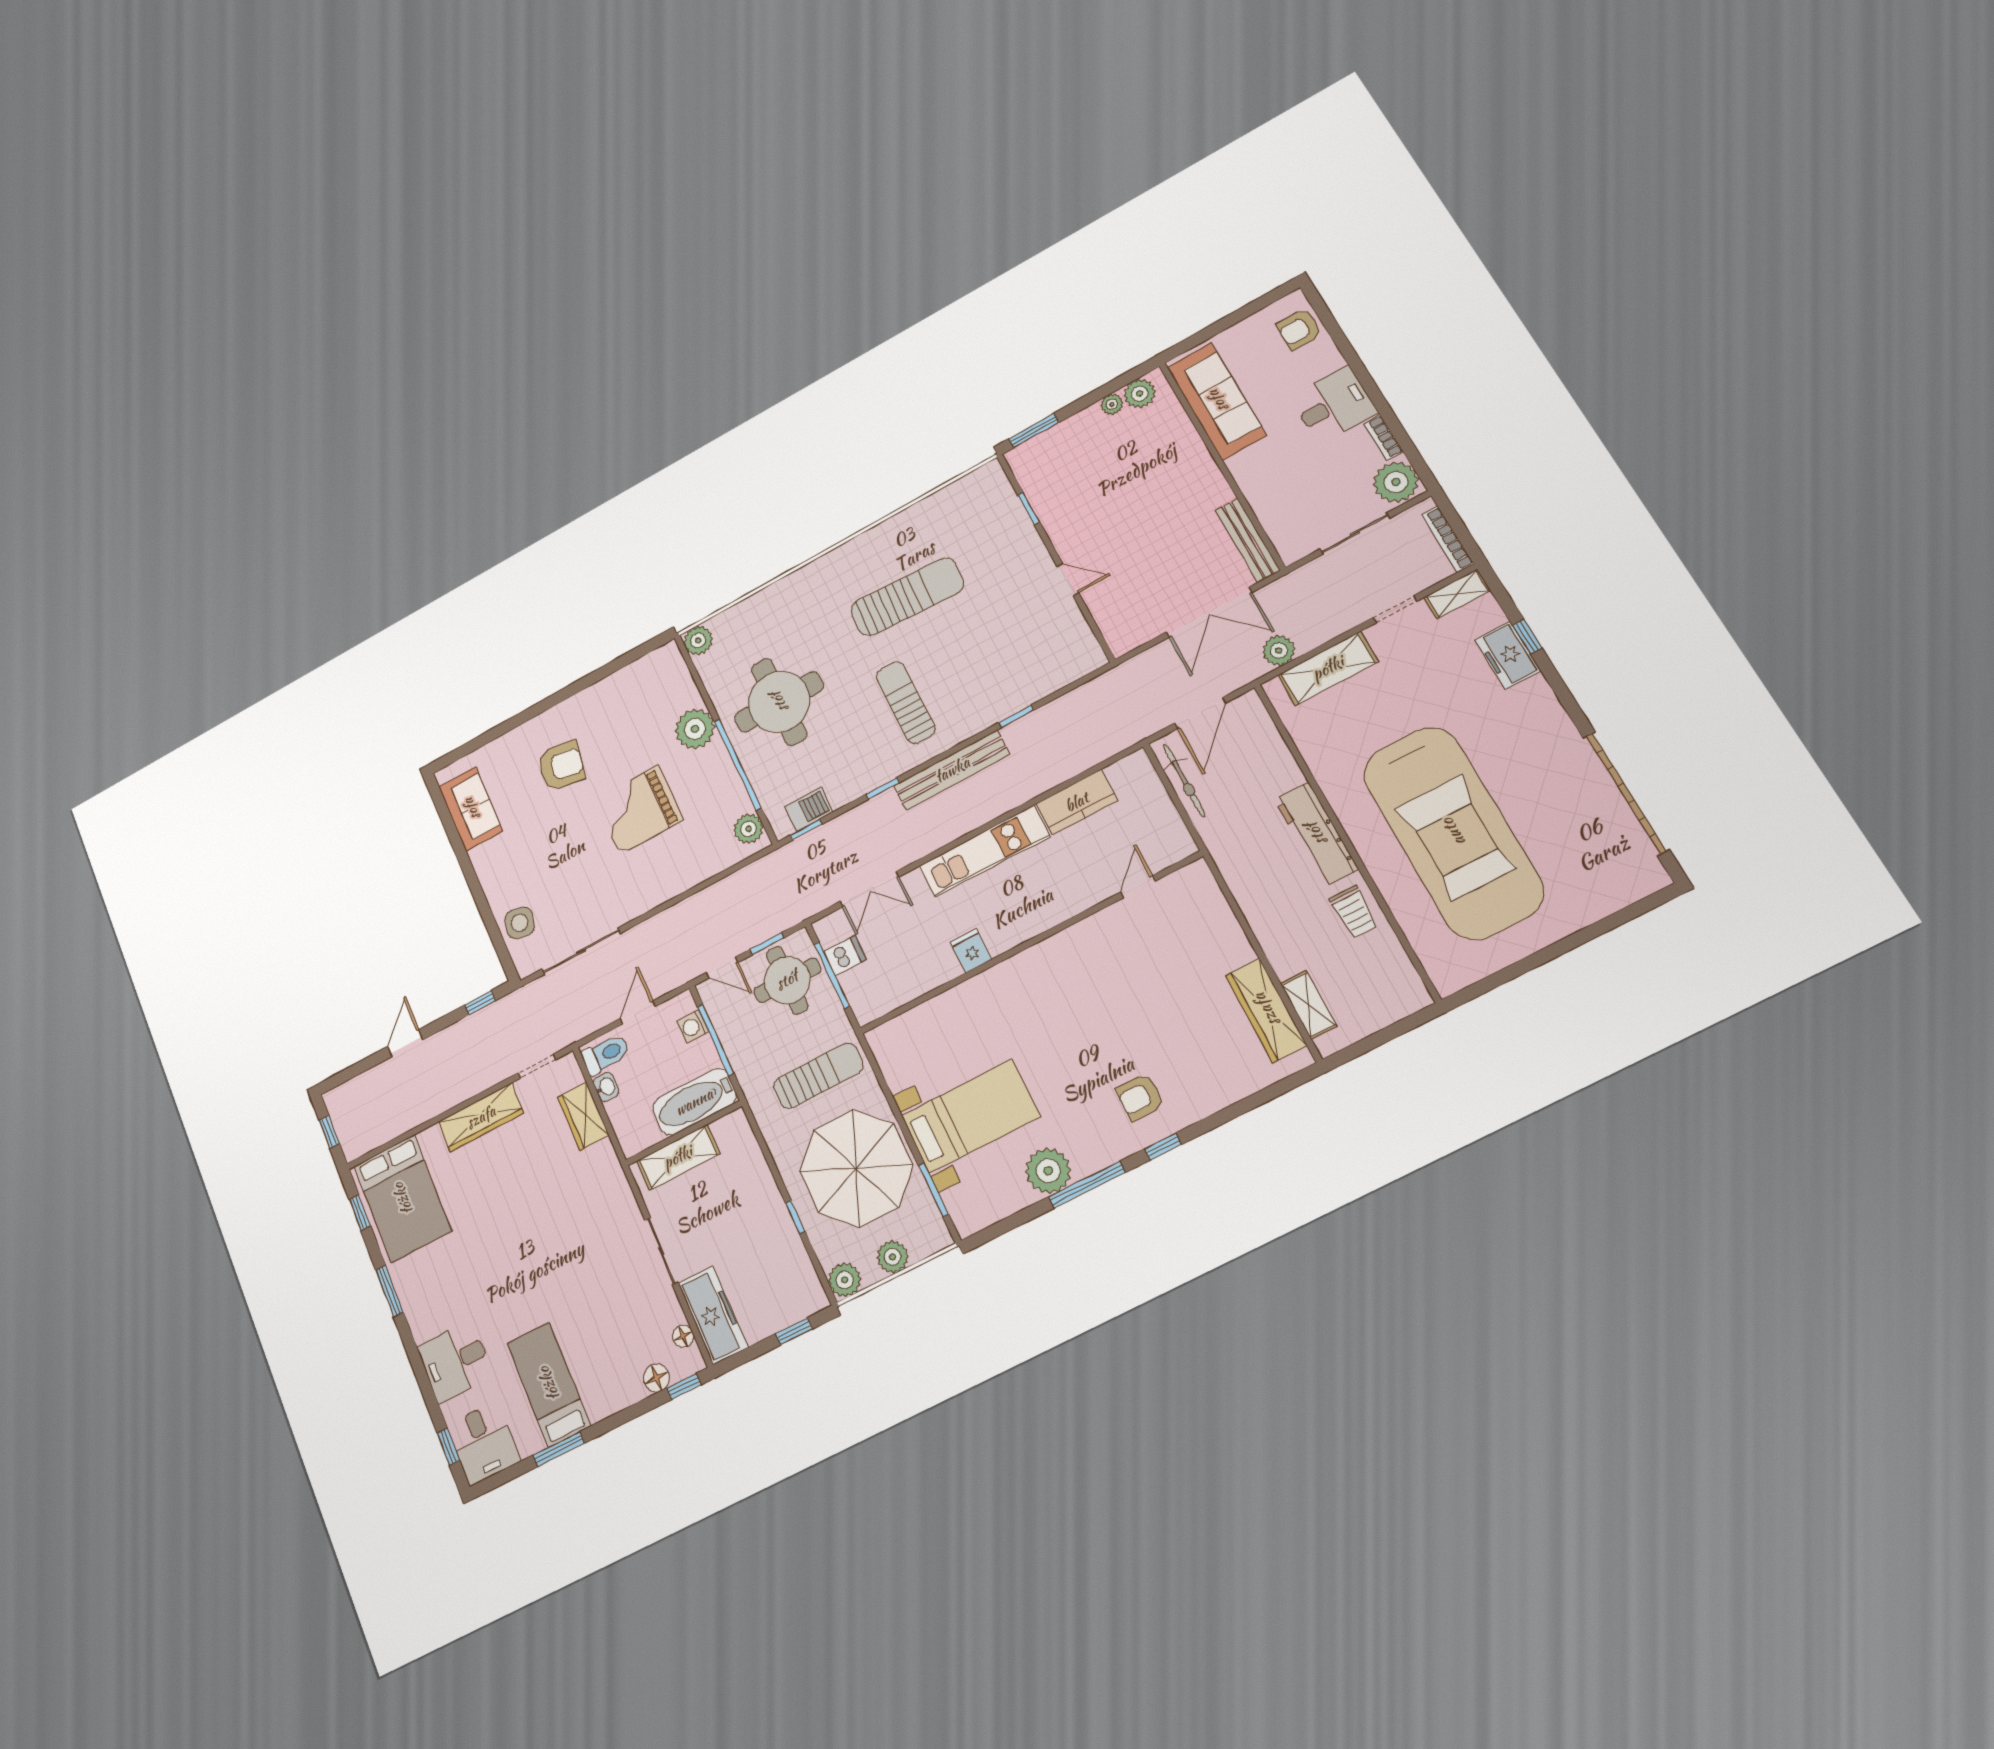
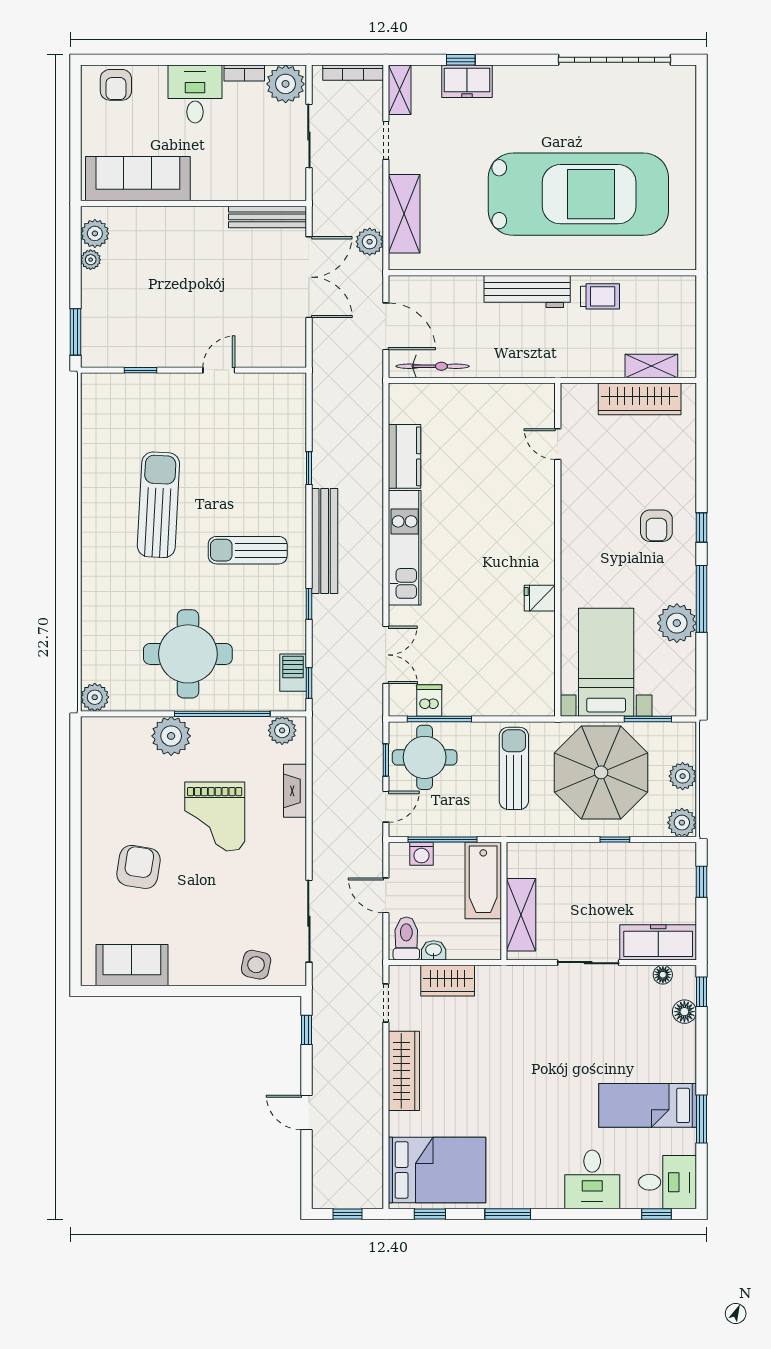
fireplace: (697, 872) -> (295, 791), added
door: (1138, 887) -> (558, 444), moved
wall: (1029, 943) -> (558, 550), moved
fridge: (971, 951) -> (540, 598), moved

